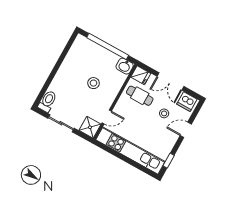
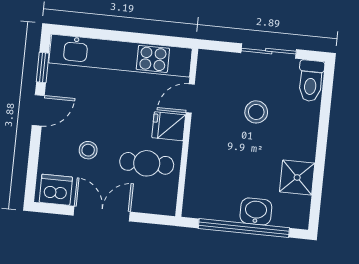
washbasin: (125, 66) -> (256, 211), moved
fridge: (141, 75) -> (169, 126), moved
stool: (93, 83) -> (256, 112), moved
shower: (90, 127) -> (297, 178), moved
door: (186, 130) -> (38, 110), moved

